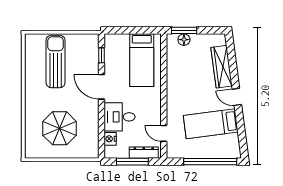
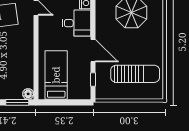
floor lamp: (184, 40) -> (28, 94), moved
sun lounger: (55, 61) -> (135, 74), turned -90

